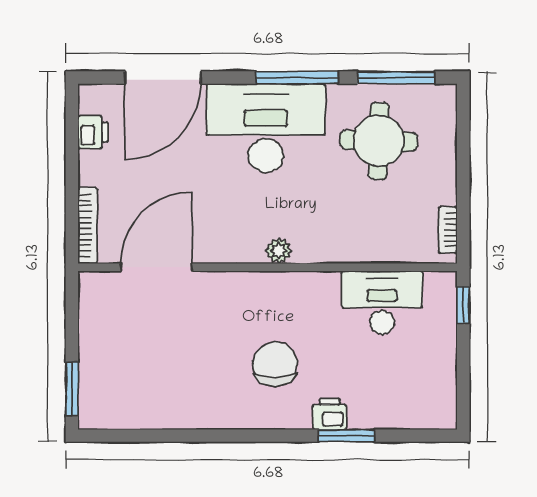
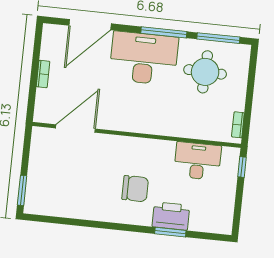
printer: (93, 132) -> (48, 51), removed
bookcase: (88, 226) -> (43, 74), moved, width x0.64
plant: (278, 251) -> (144, 126), removed
chair: (275, 364) -> (135, 189), turned 90
printer: (330, 414) -> (171, 216), width x1.87, depth x1.48

